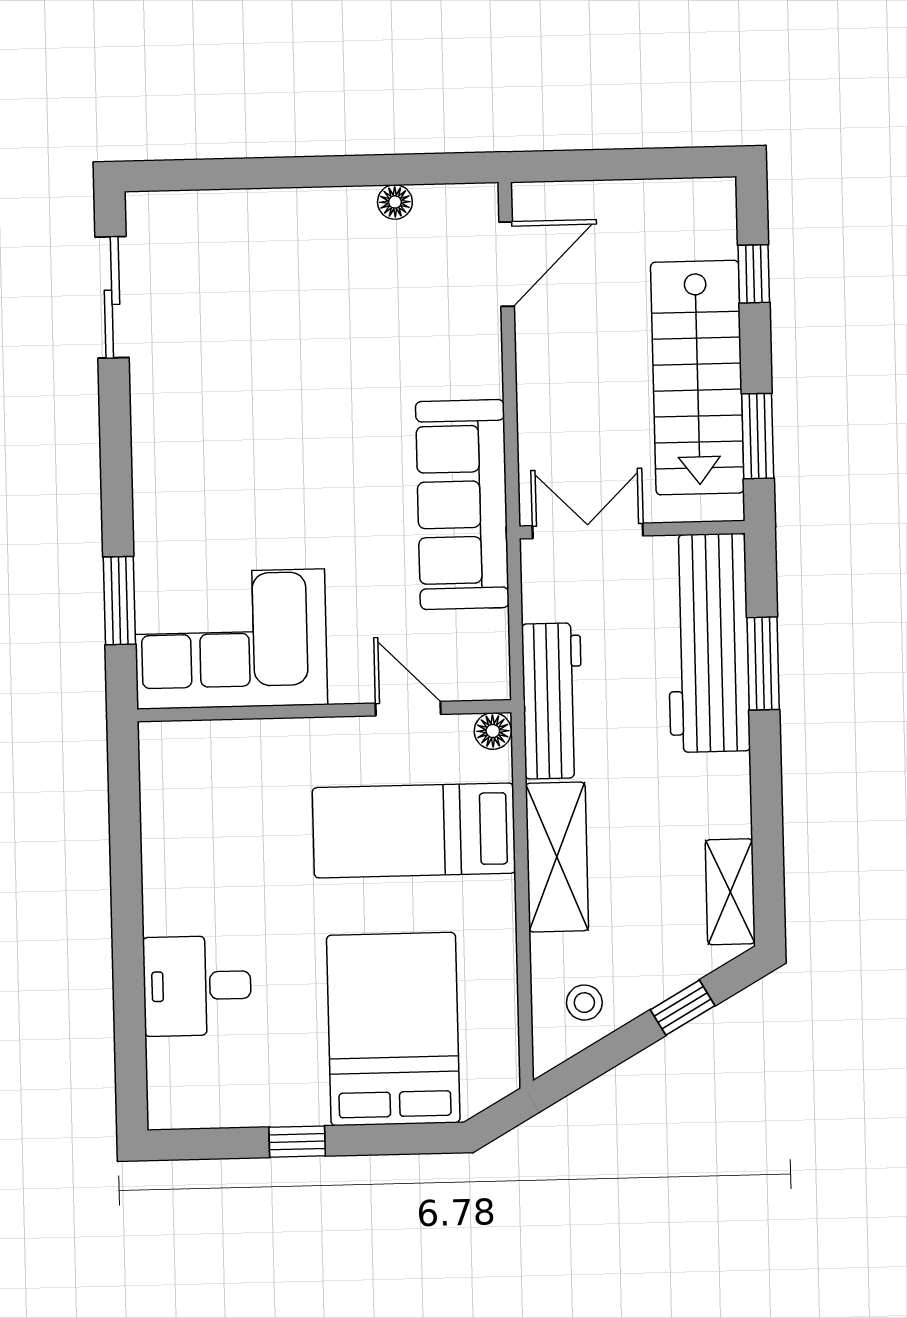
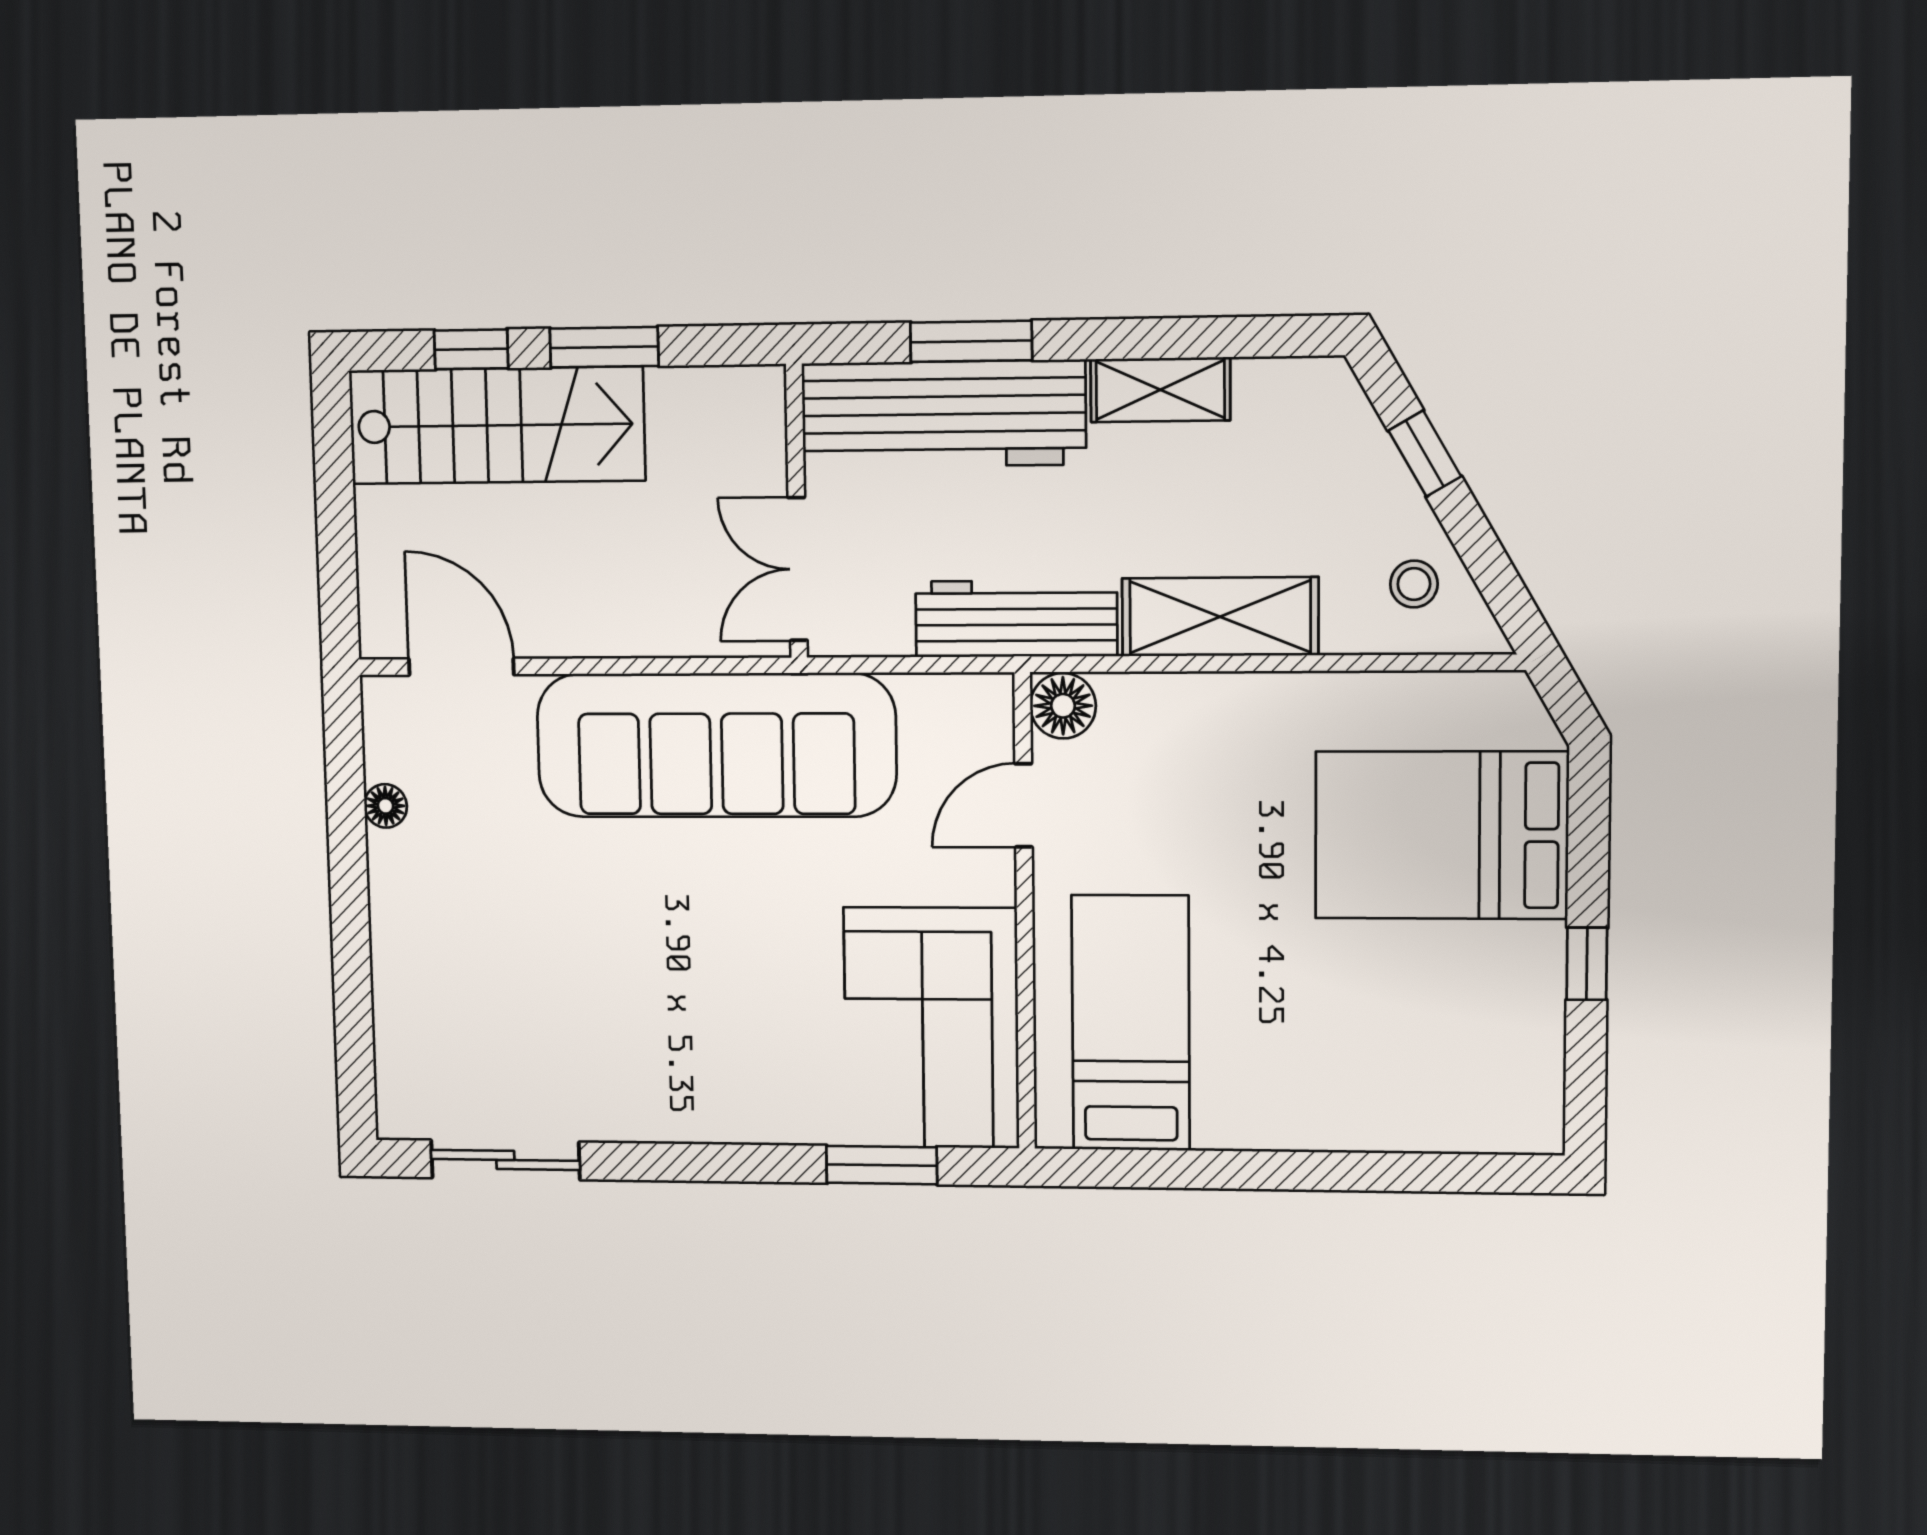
stairs: (697, 378) -> (497, 425), moved
window: (758, 436) -> (604, 347), moved
sofa: (462, 505) -> (716, 745), width x1.36, depth x1.27
floor lamp: (493, 731) -> (1063, 706), width x1.37, depth x1.37
bed: (414, 830) -> (1131, 1023), moved, turned 180
shelving: (730, 892) -> (1160, 390), moved
desk: (197, 986) -> (1377, 1085), removed

